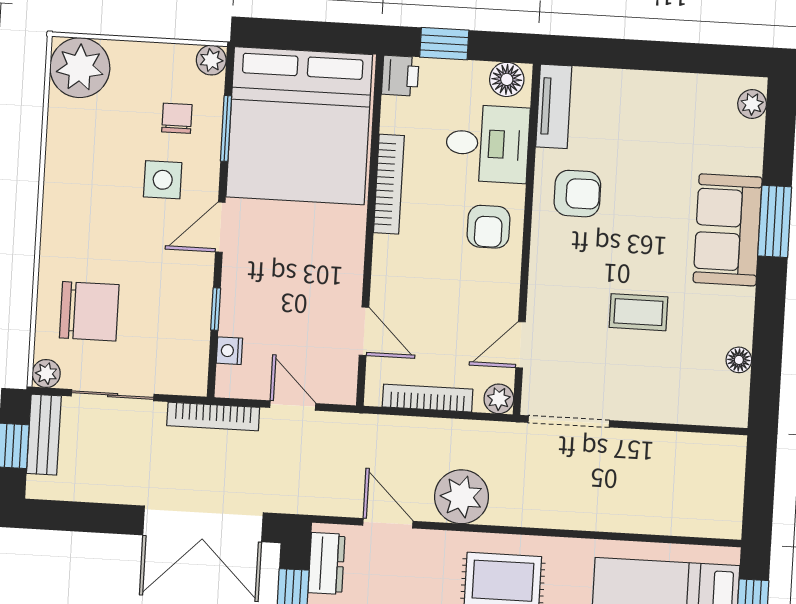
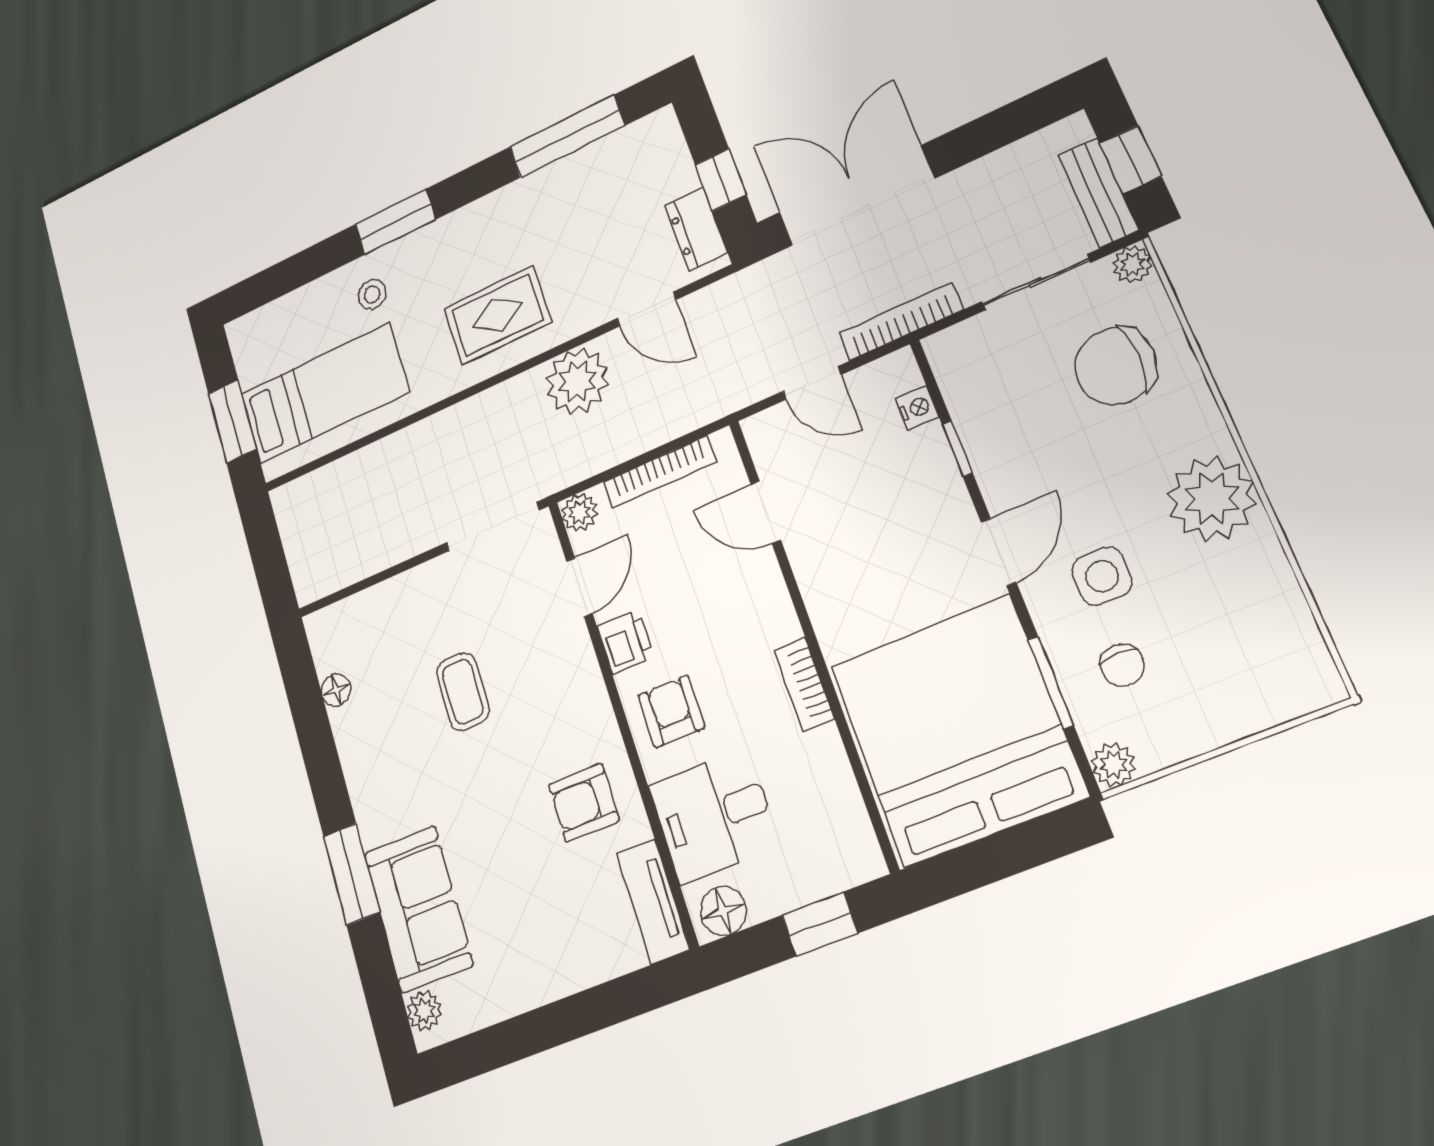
plant: (80, 68) -> (1212, 499), moved
printer: (400, 76) -> (625, 642), moved, turned 180
bookcase: (389, 184) -> (804, 684), width x0.64
sofa: (728, 230) -> (418, 909), moved
coffee table: (638, 312) -> (463, 692), turned 90

